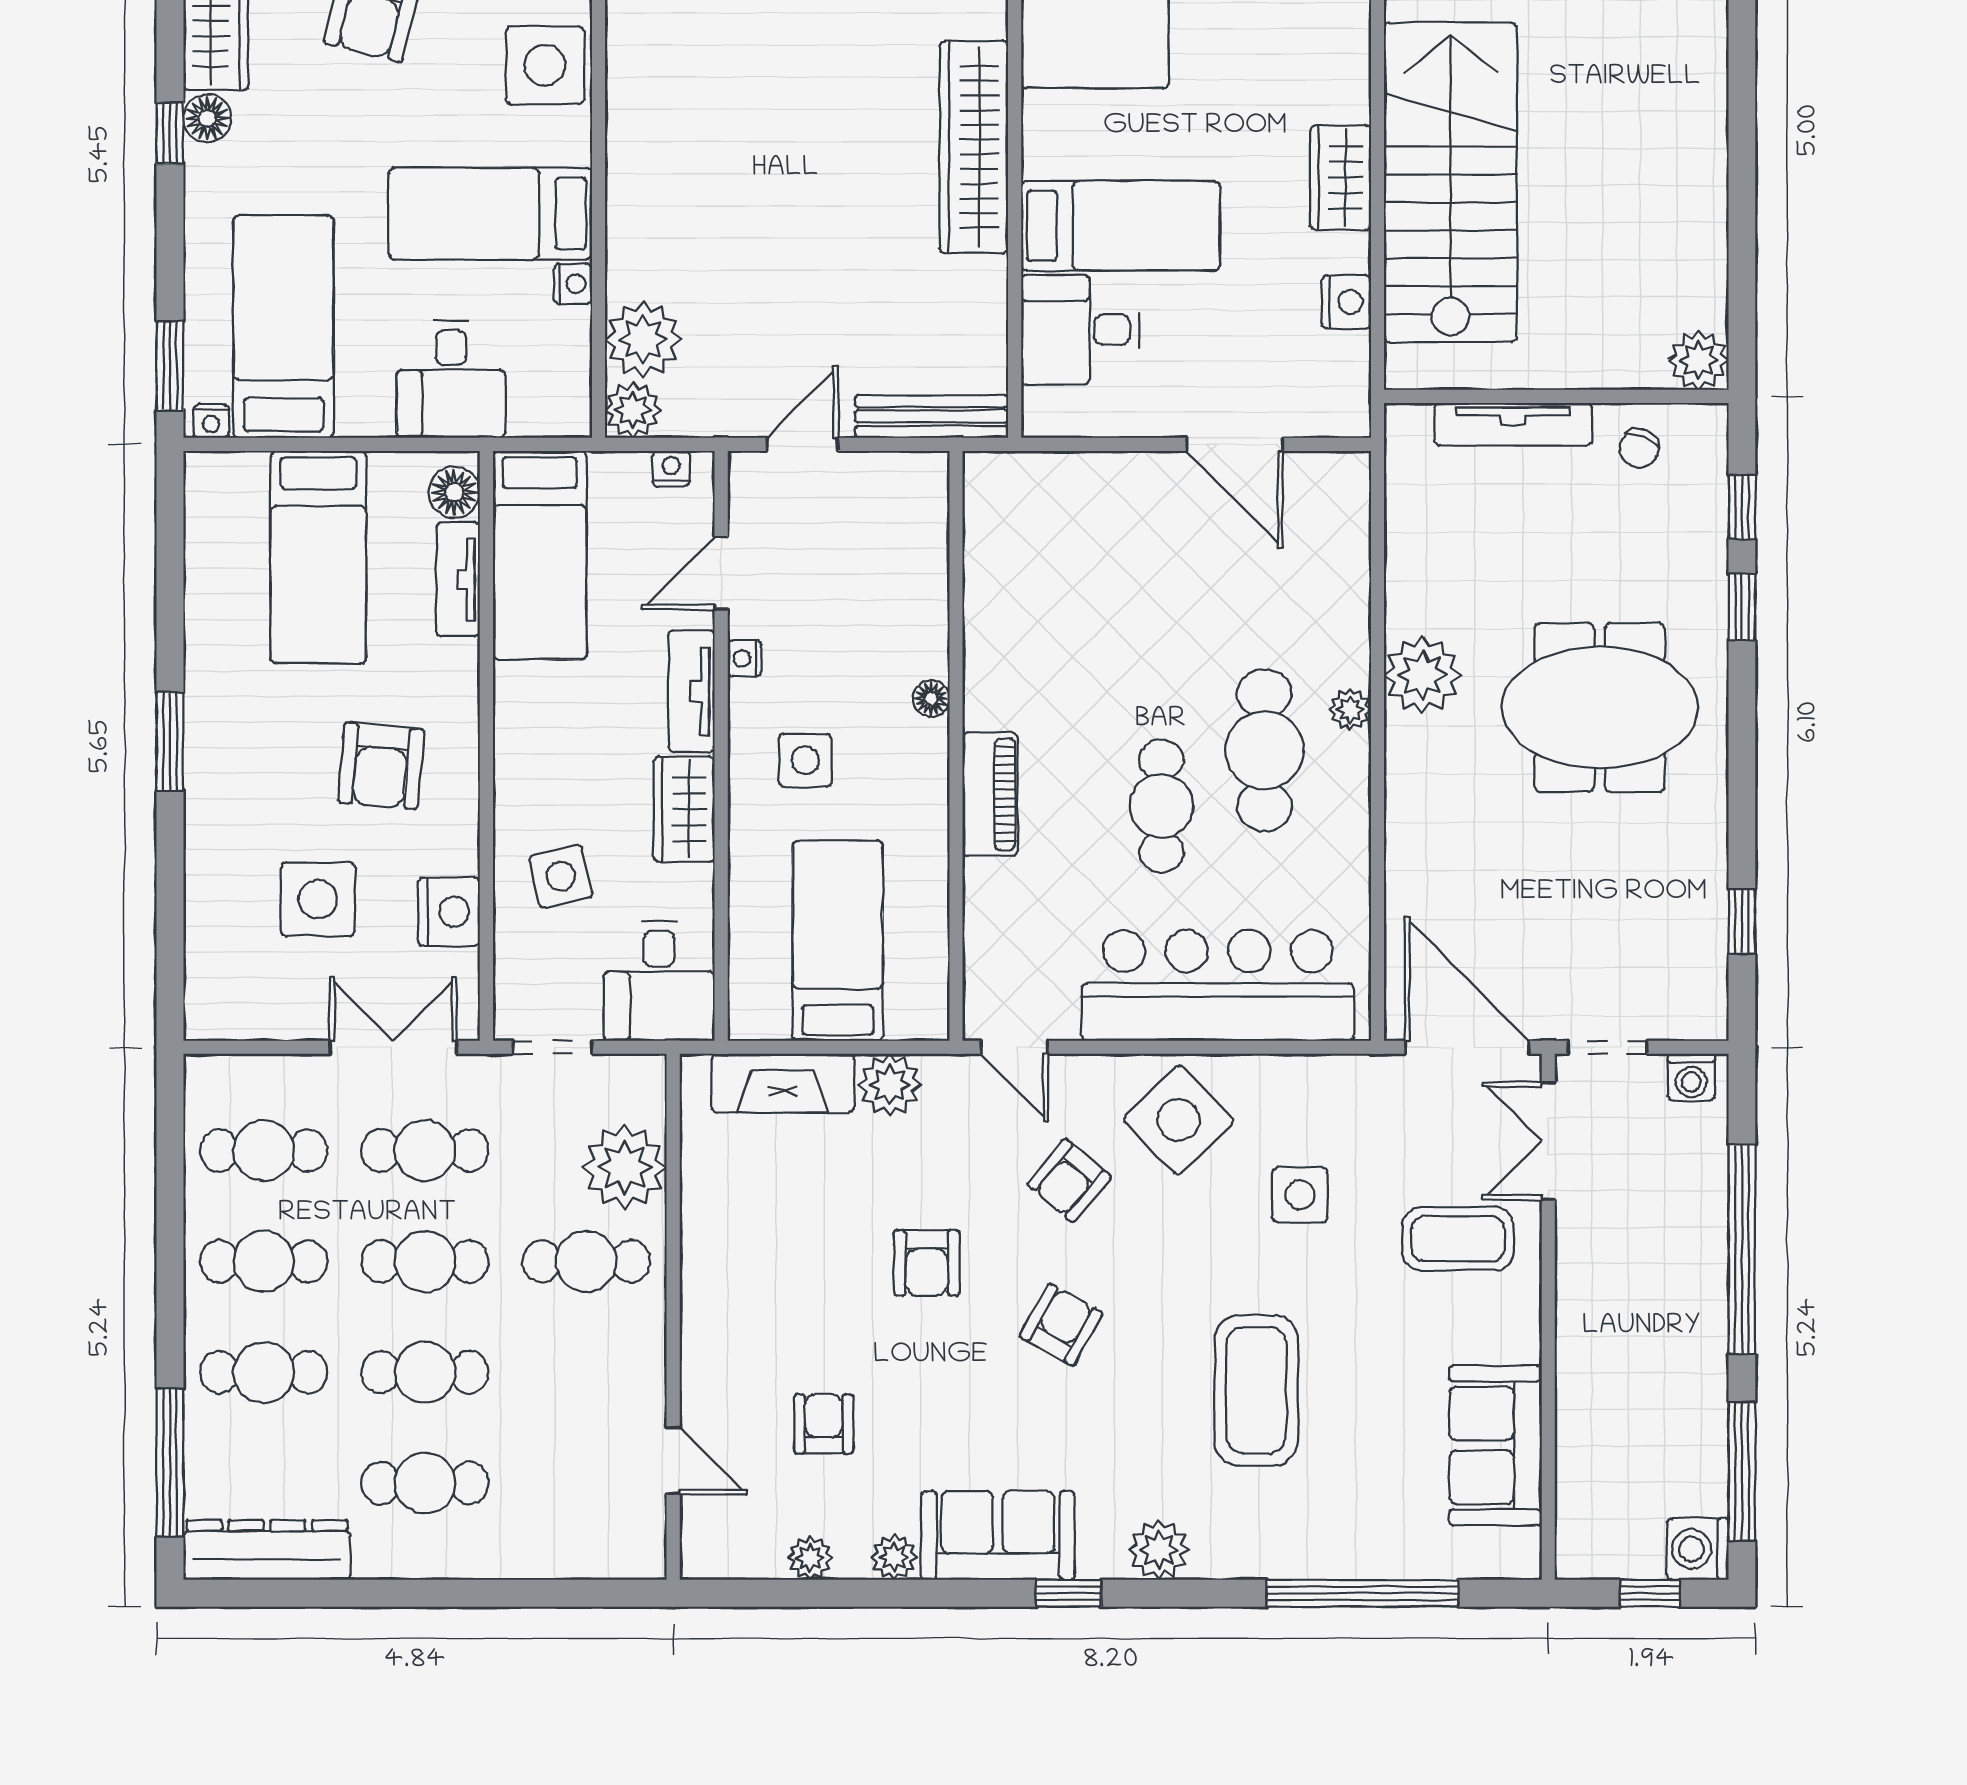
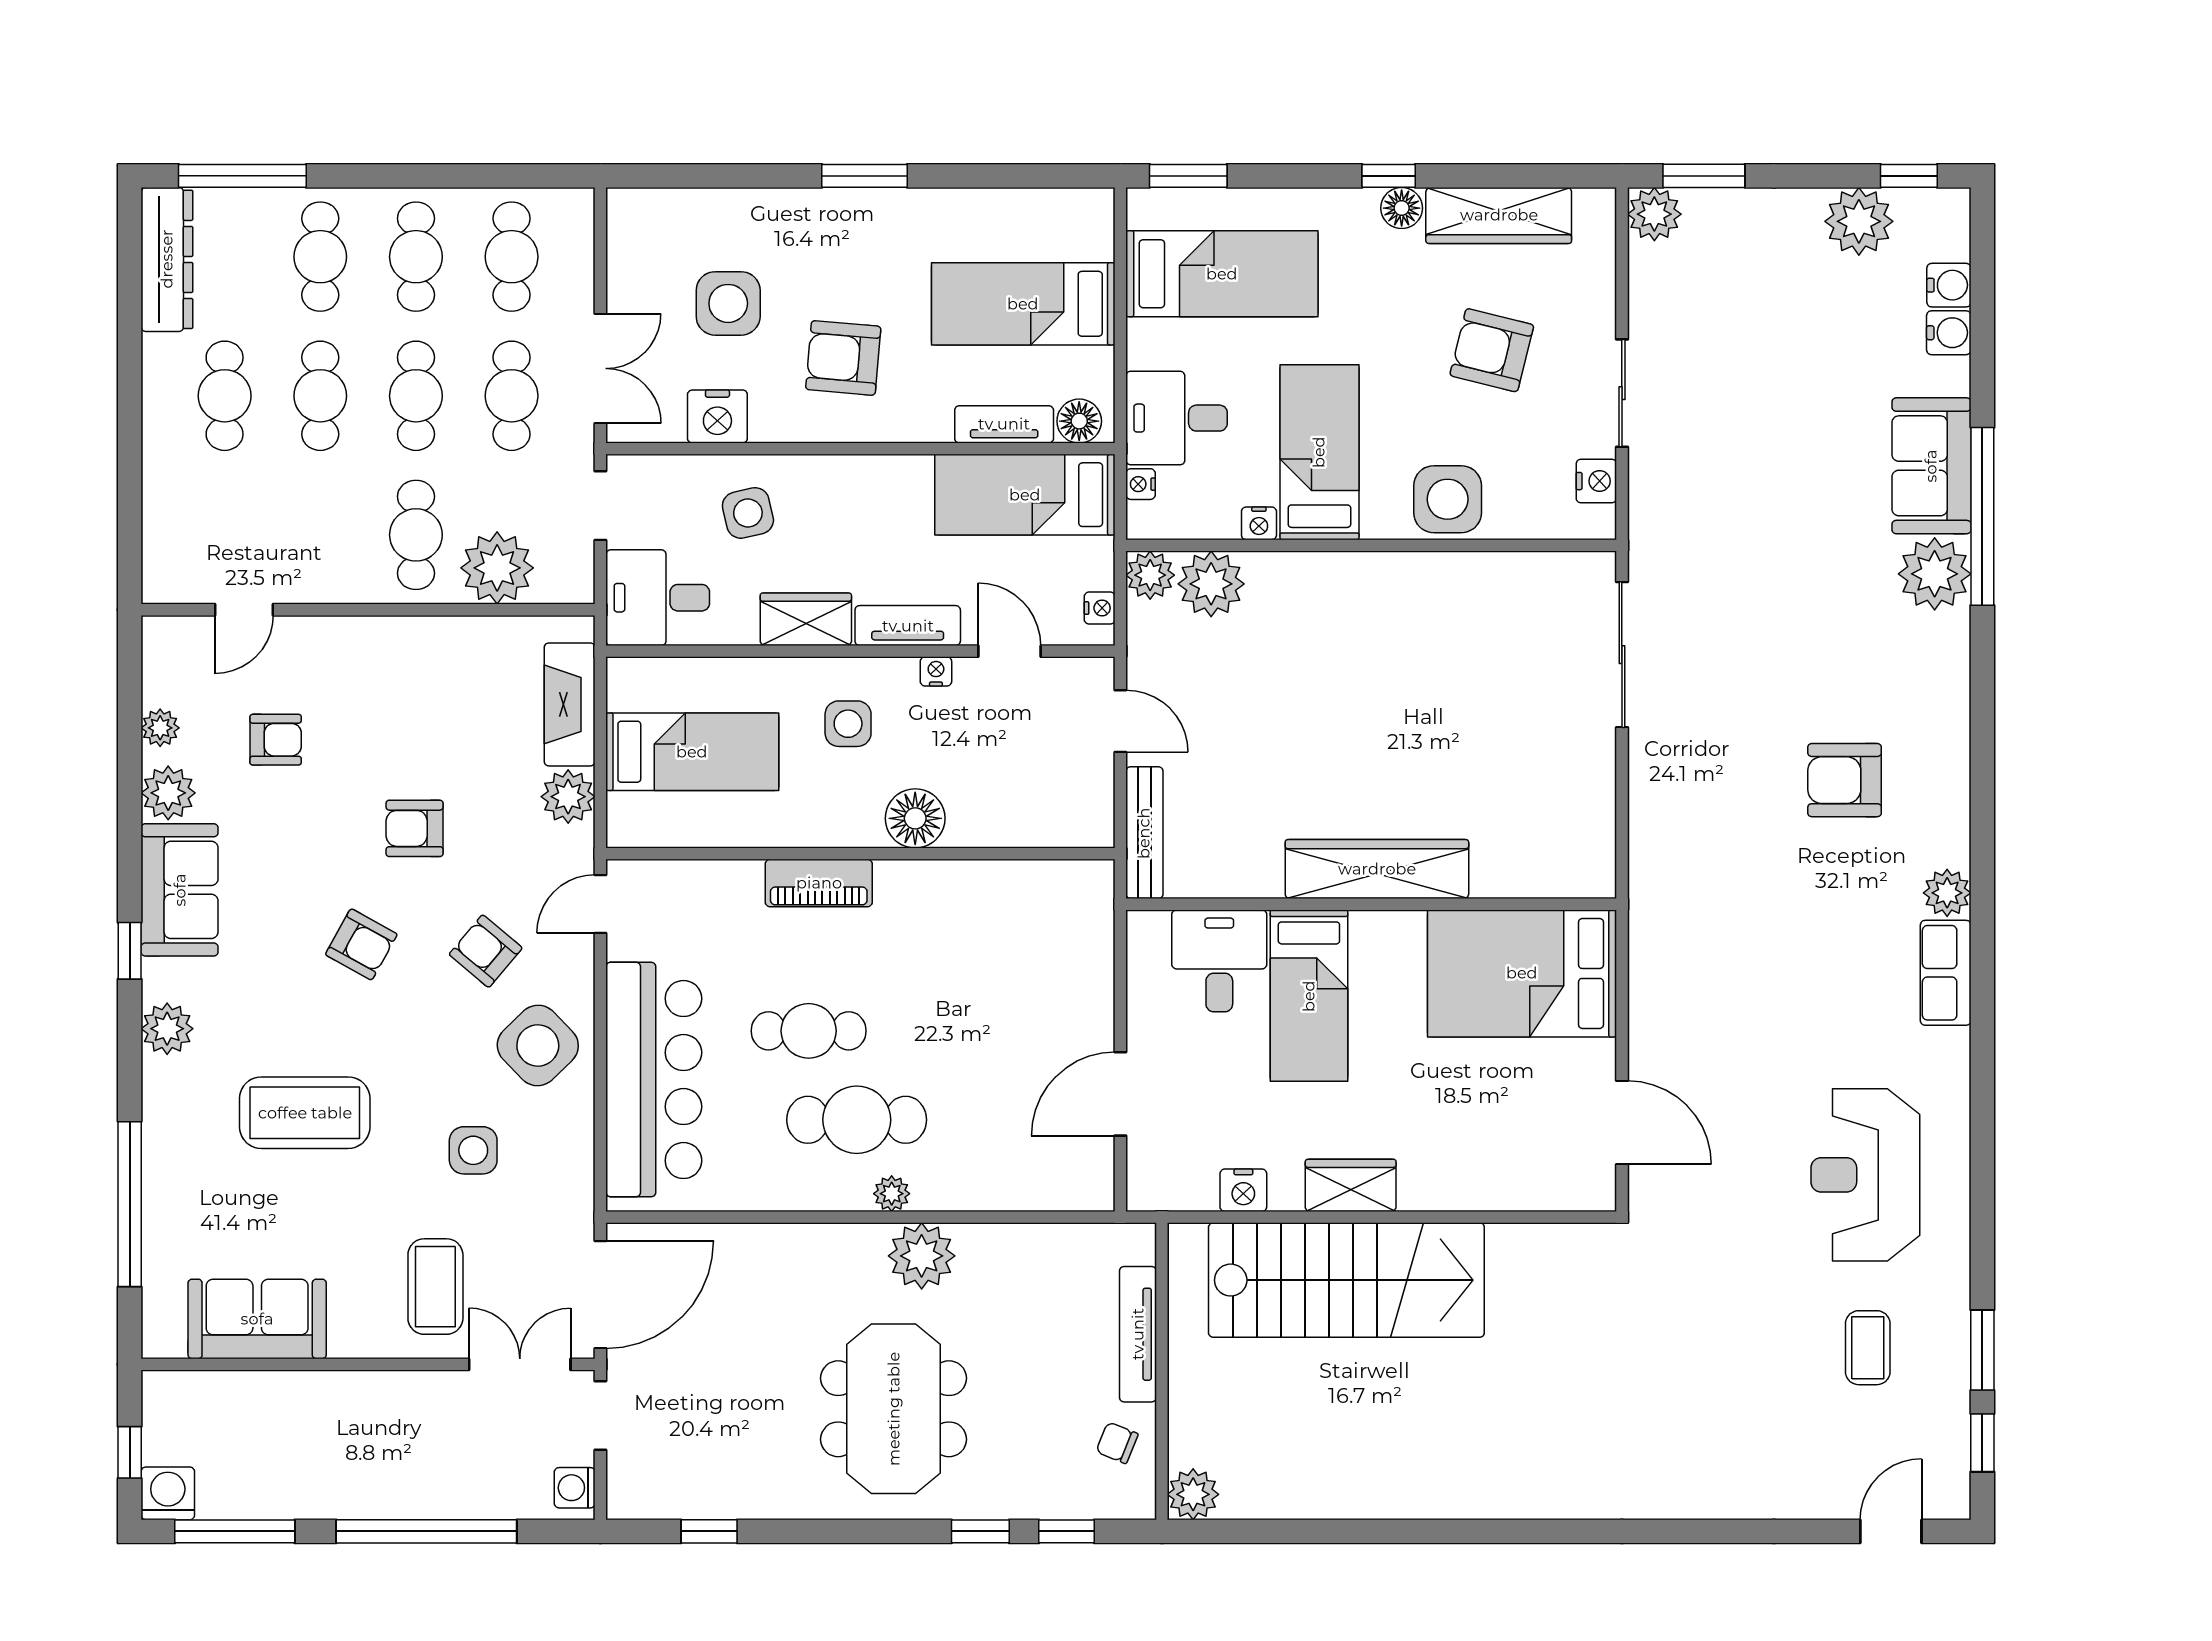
nightstand: (211, 421) -> (1141, 484), moved
floor lamp: (931, 699) -> (915, 818), width x1.89, depth x1.89
plant: (894, 1557) -> (168, 793), width x1.38, depth x1.38

